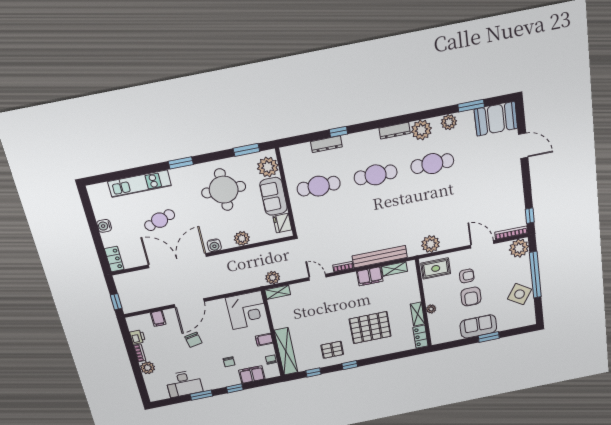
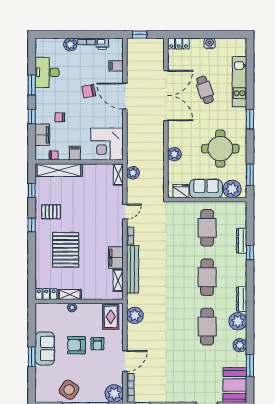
water cooler: (214, 245) -> (173, 130), removed
pallet: (332, 350) -> (51, 212), turned 90

